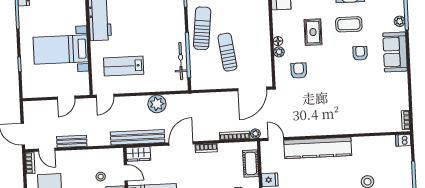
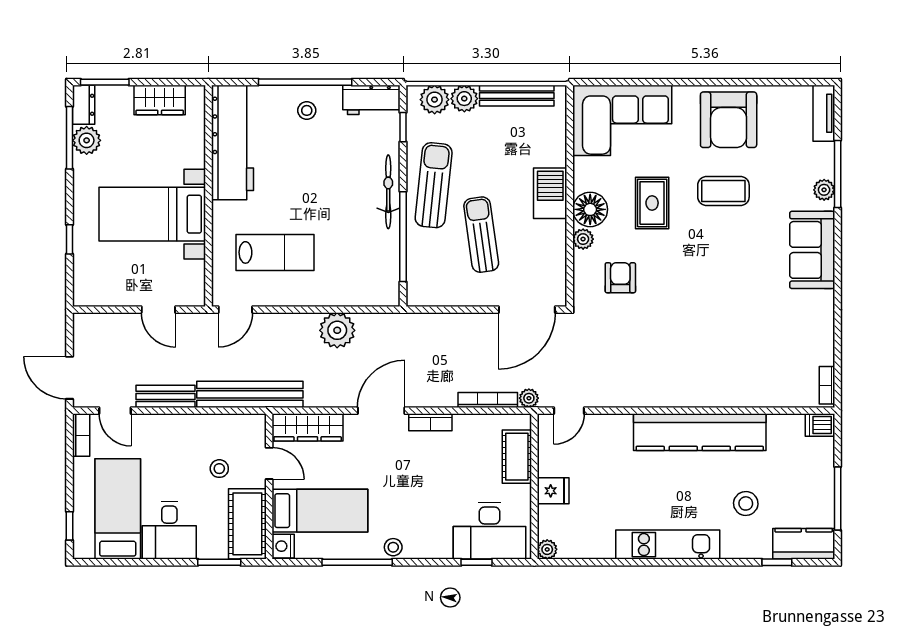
plant: (26, 14) -> (87, 140), added
barbecue: (261, 30) -> (550, 193), added
floor lamp: (278, 41) -> (590, 209), width x1.89, depth x1.89
armchair: (360, 53) -> (743, 249), removed
bicycle: (181, 61) -> (388, 192), moved
lab bench: (124, 66) -> (275, 252), turned 180
door: (66, 98) -> (158, 310), hinge flipped
bench: (138, 137) -> (250, 394), moved
door: (276, 139) -> (569, 411), swing flipped
kitchen counter: (318, 148) -> (700, 432), moved
wardrobe: (138, 154) -> (308, 427), width x1.50

